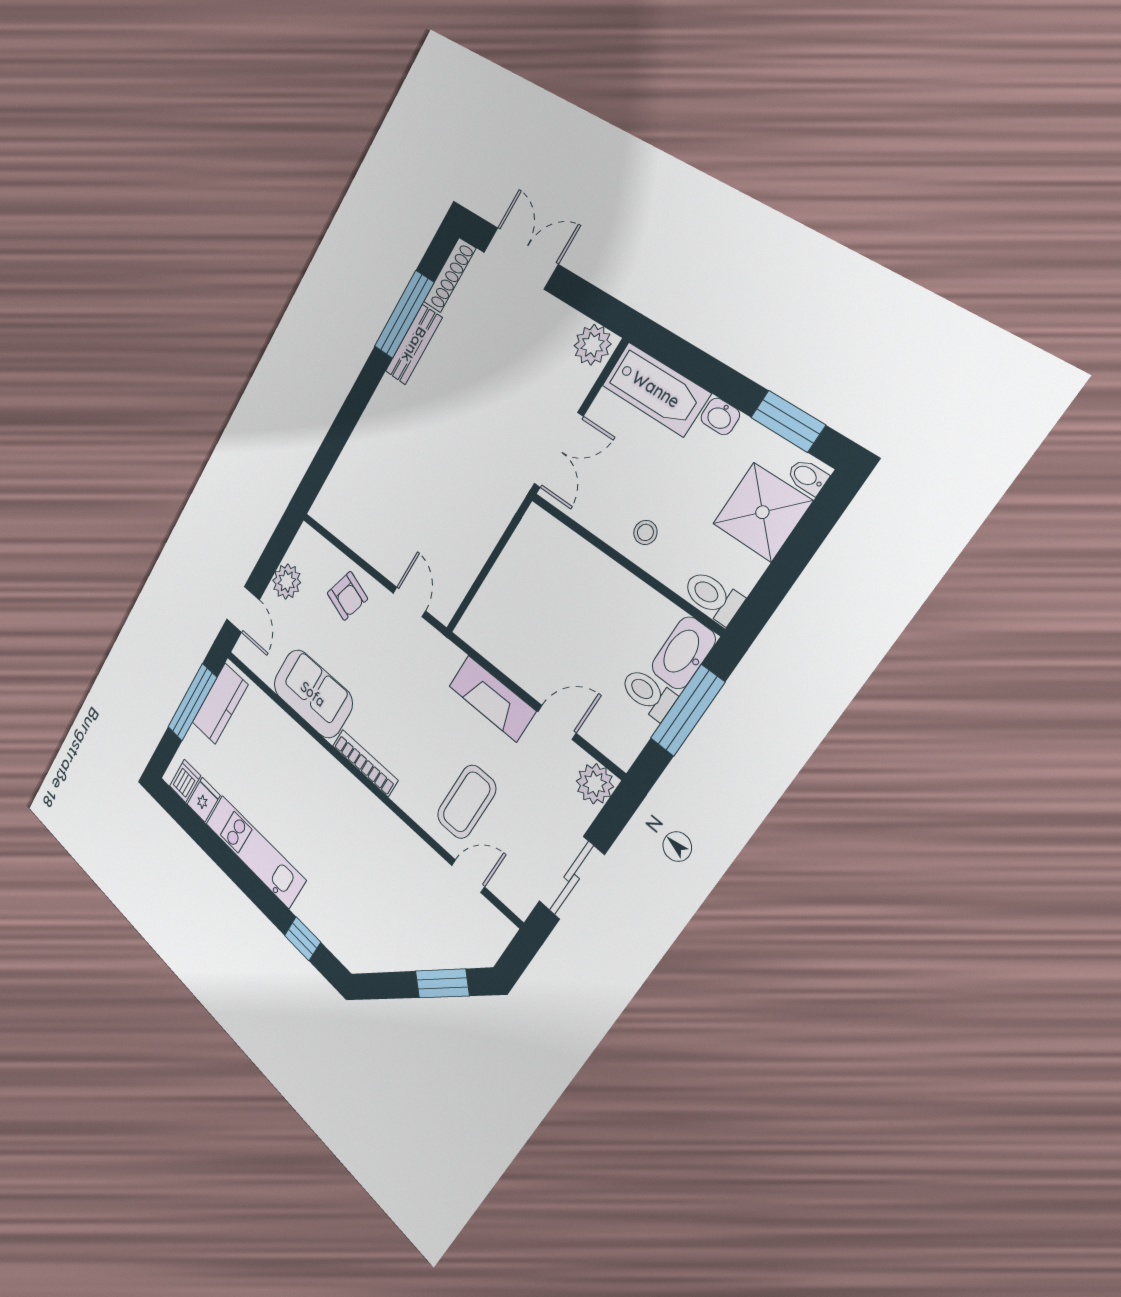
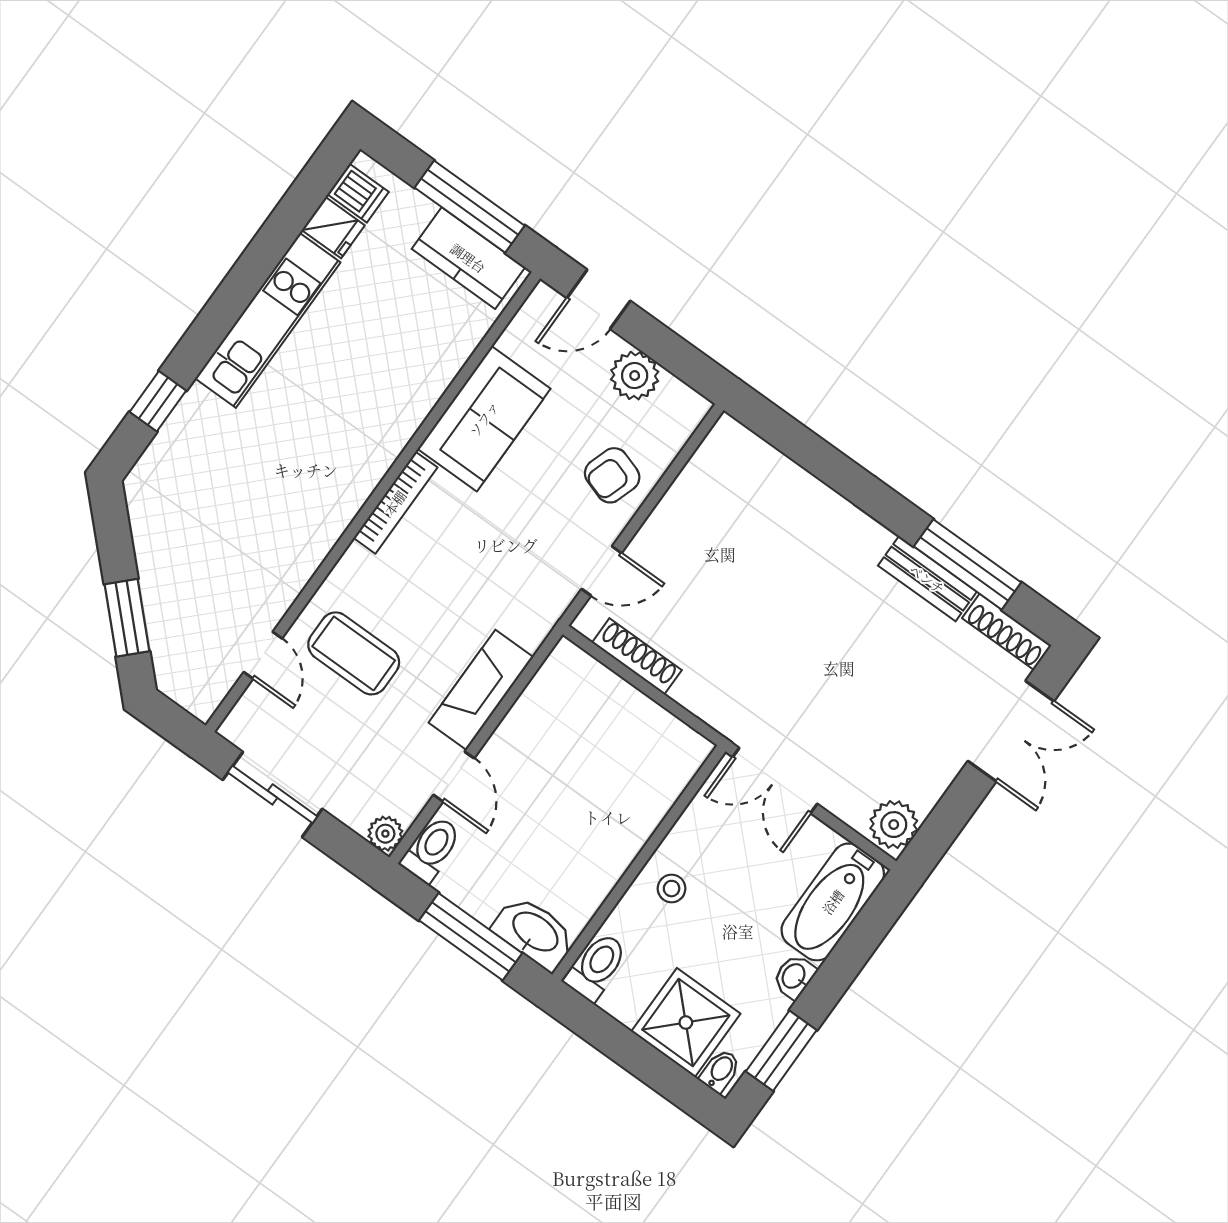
shoe rack: (468, 571) -> (637, 656), added
toilet: (648, 693) -> (431, 849), moved
plant: (595, 784) -> (385, 834), width x0.73, depth x0.73

